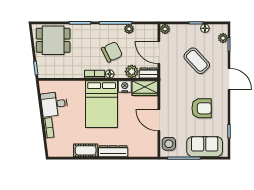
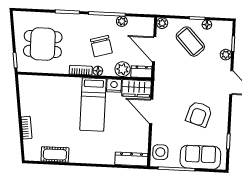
plant: (223, 38) -> (226, 55), moved
dining table: (53, 40) -> (43, 44), moved
chair: (112, 52) -> (101, 46), turned 100
coffee table: (197, 61) -> (190, 42), moved
desk: (54, 104) -> (34, 102), removed
bed: (102, 104) -> (93, 104), width x0.67
armchair: (202, 108) -> (199, 114), turned 107
door: (159, 120) -> (151, 111), moved
cot: (86, 150) -> (55, 154), moved
dresser: (113, 151) -> (131, 159), moved

